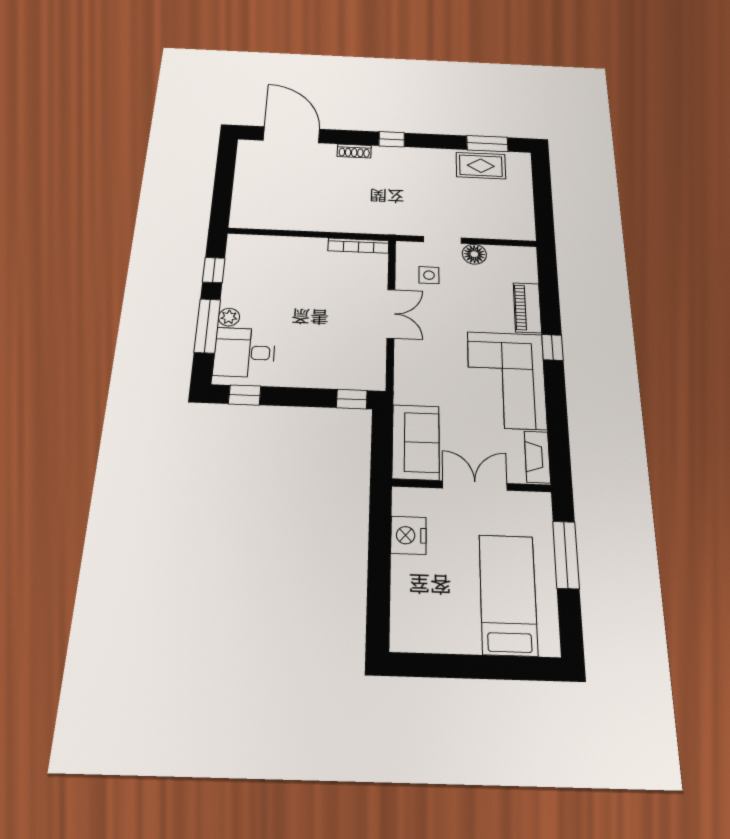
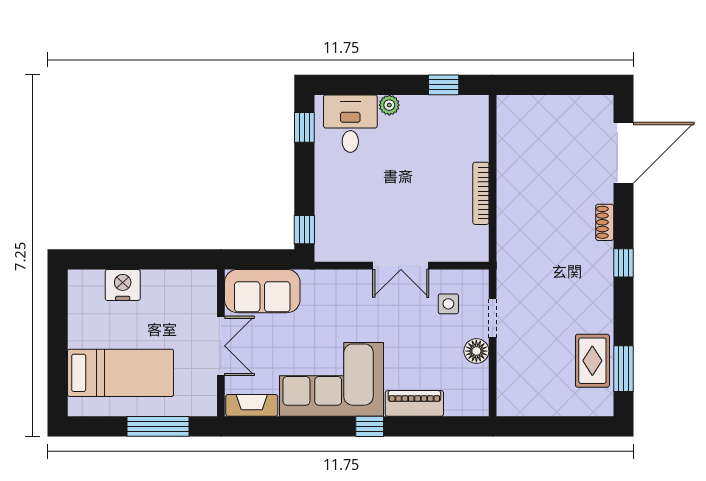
bookcase: (358, 246) -> (481, 193), moved
window: (207, 326) -> (378, 85), removed
nightstand: (408, 535) -> (123, 285), moved

